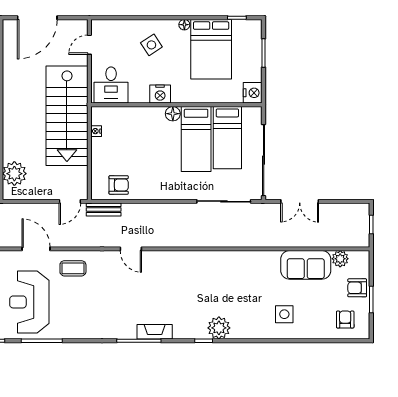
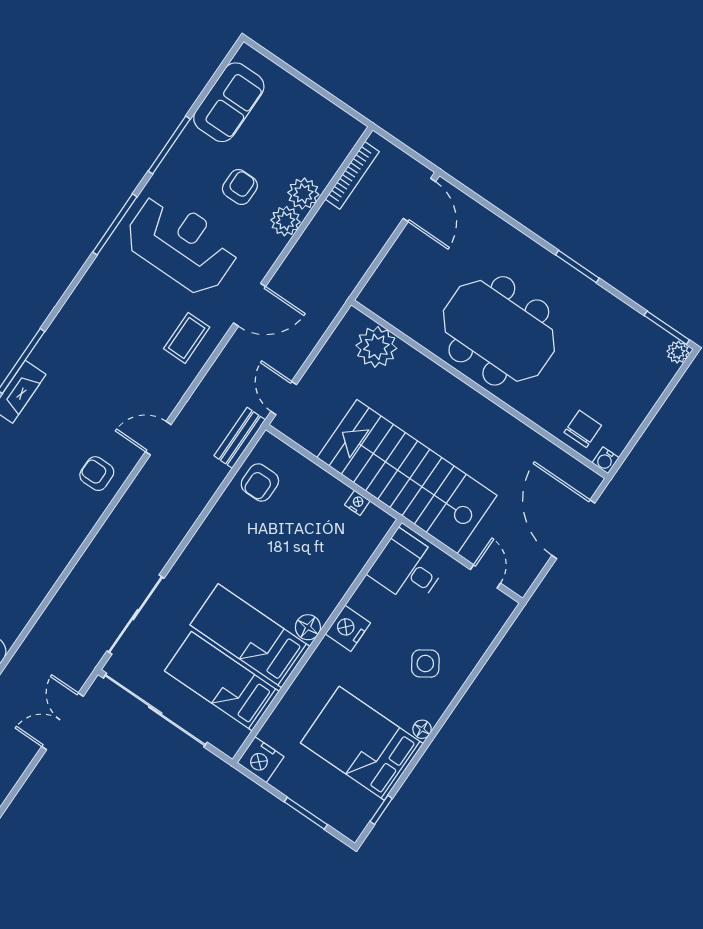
armchair: (168, 267) -> (97, 474), added

